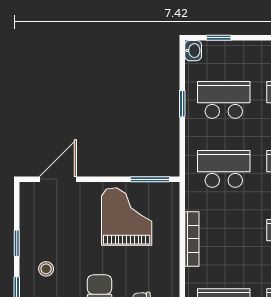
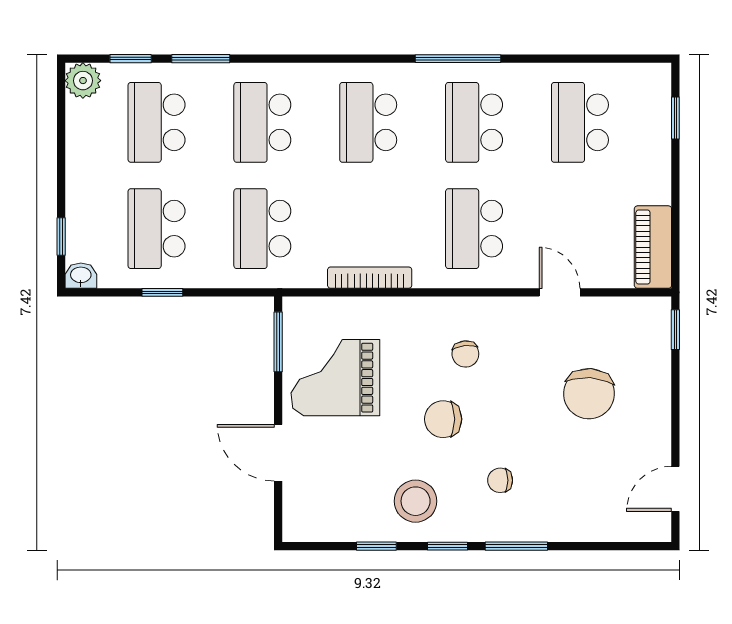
door: (58, 179) -> (278, 453), moved
stool: (46, 269) -> (416, 501), width x1.89, depth x1.89

